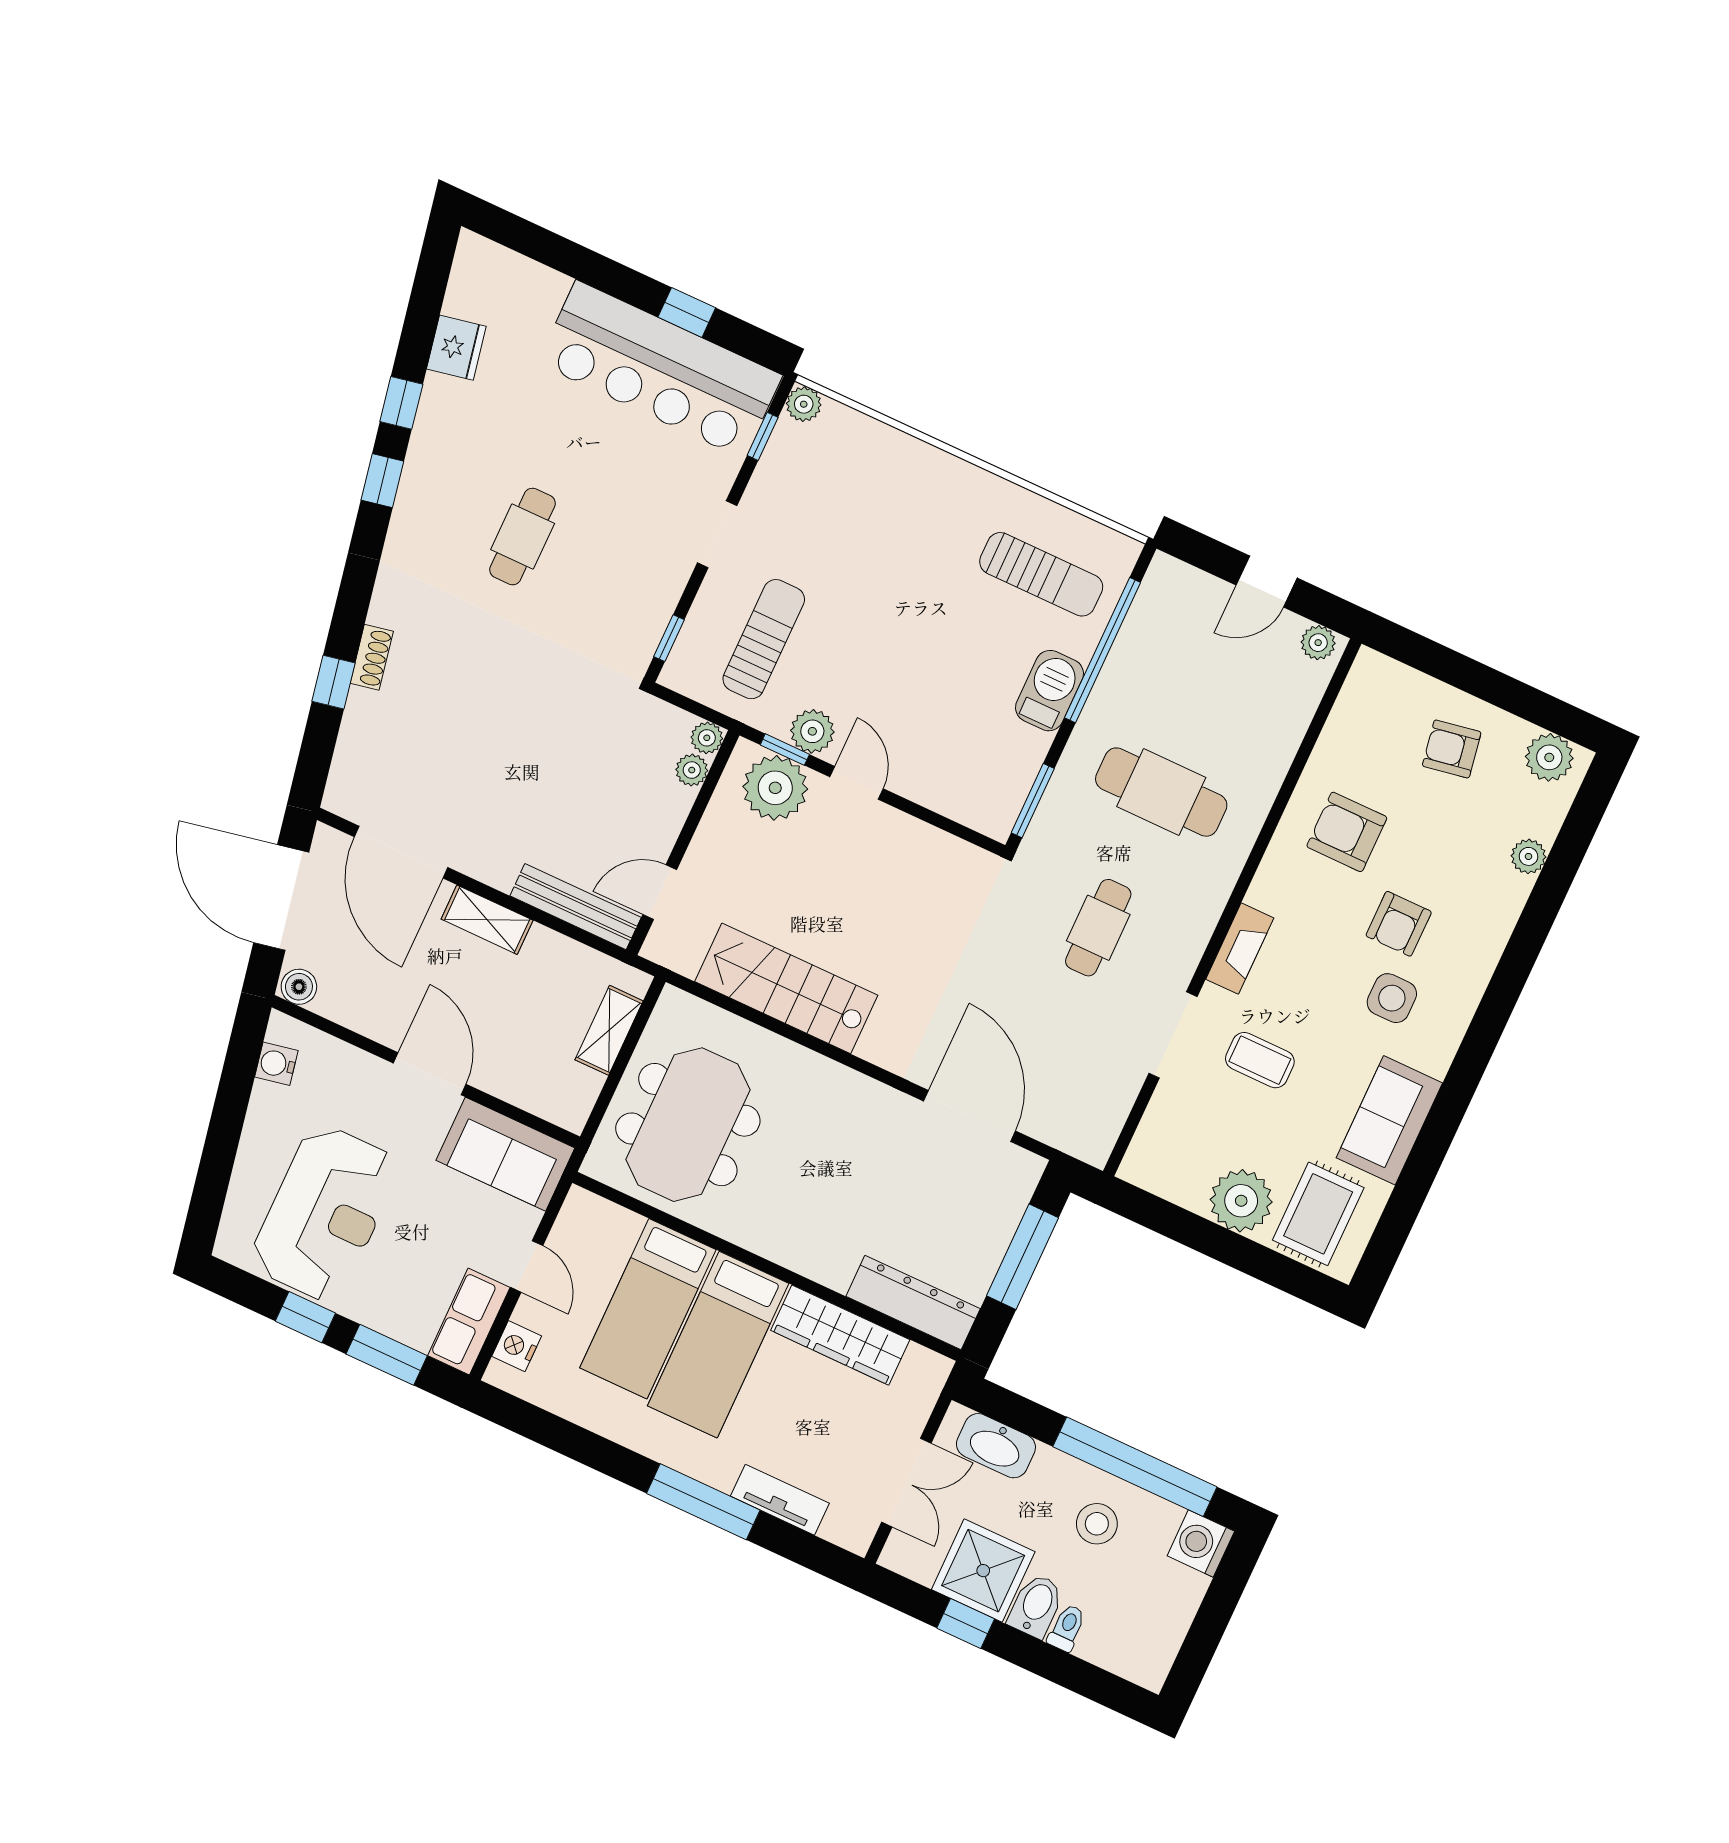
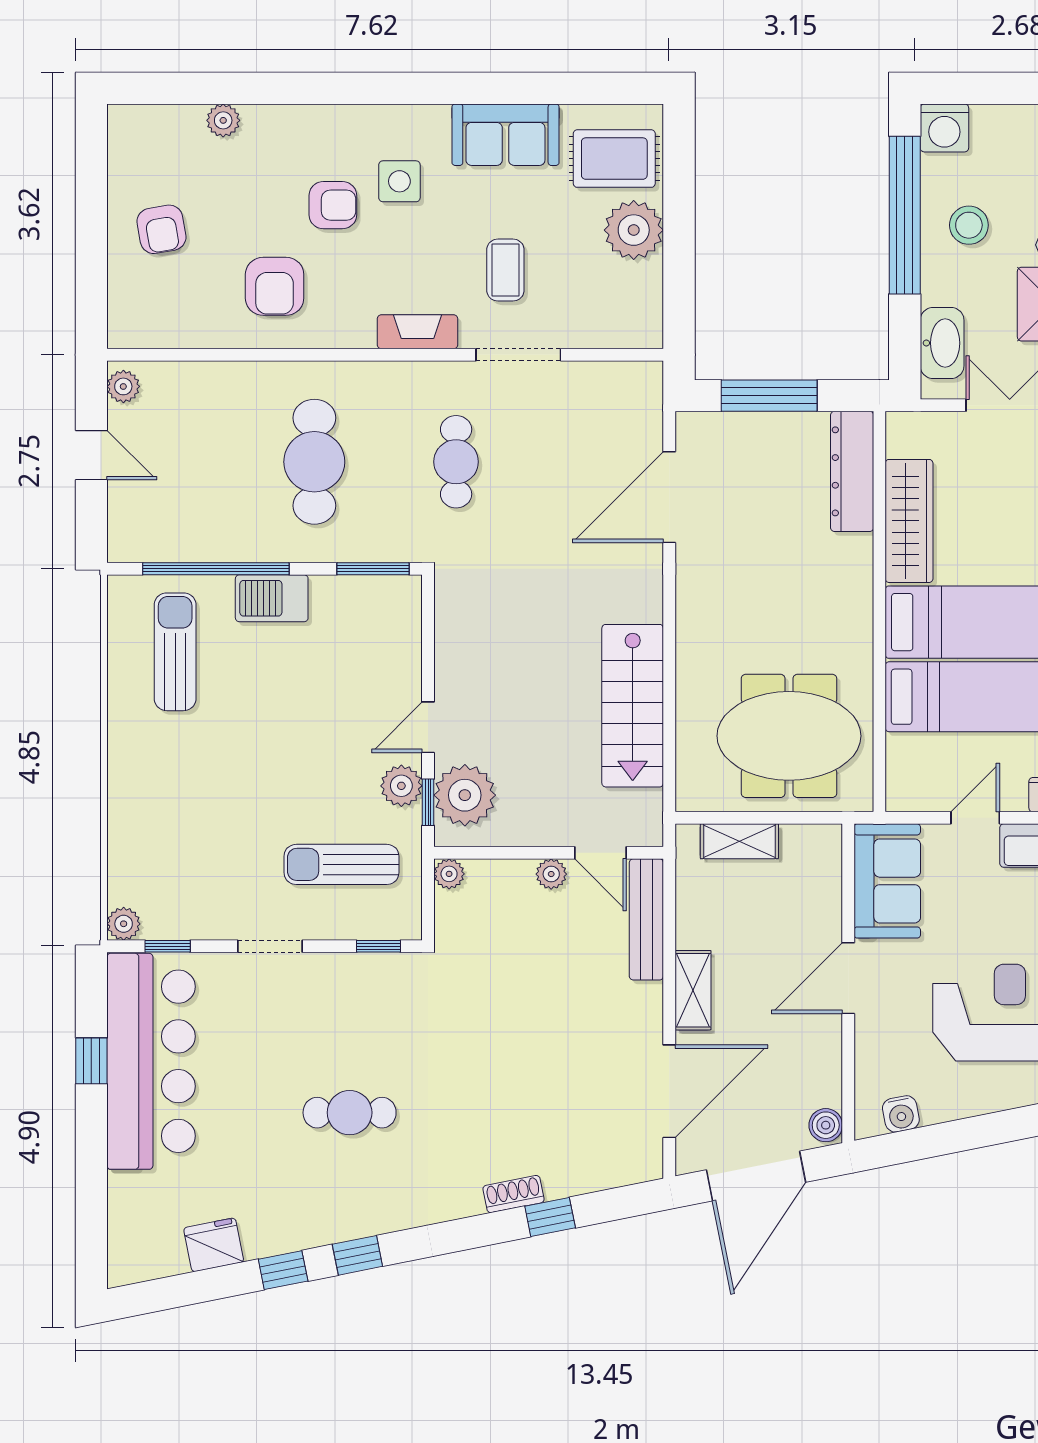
plant: (1549, 757) -> (130, 142), removed
plant: (692, 770) -> (551, 874), moved
cafe table: (1098, 928) -> (456, 462), turned 90

